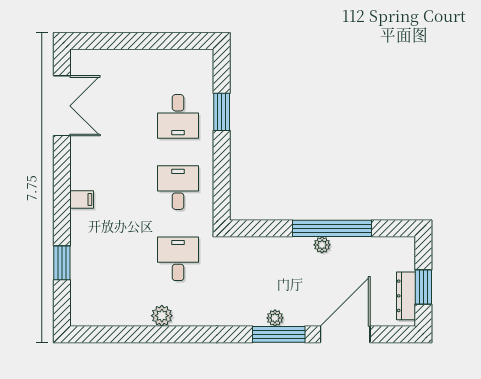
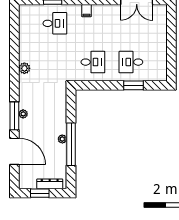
desk: (178, 259) -> (55, 23), moved
dresser: (406, 296) -> (50, 184), moved
plant: (162, 316) -> (24, 68), moved

